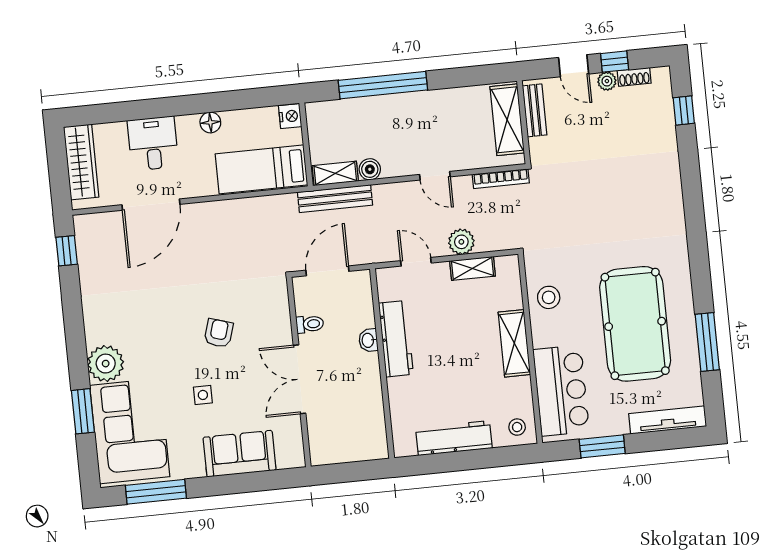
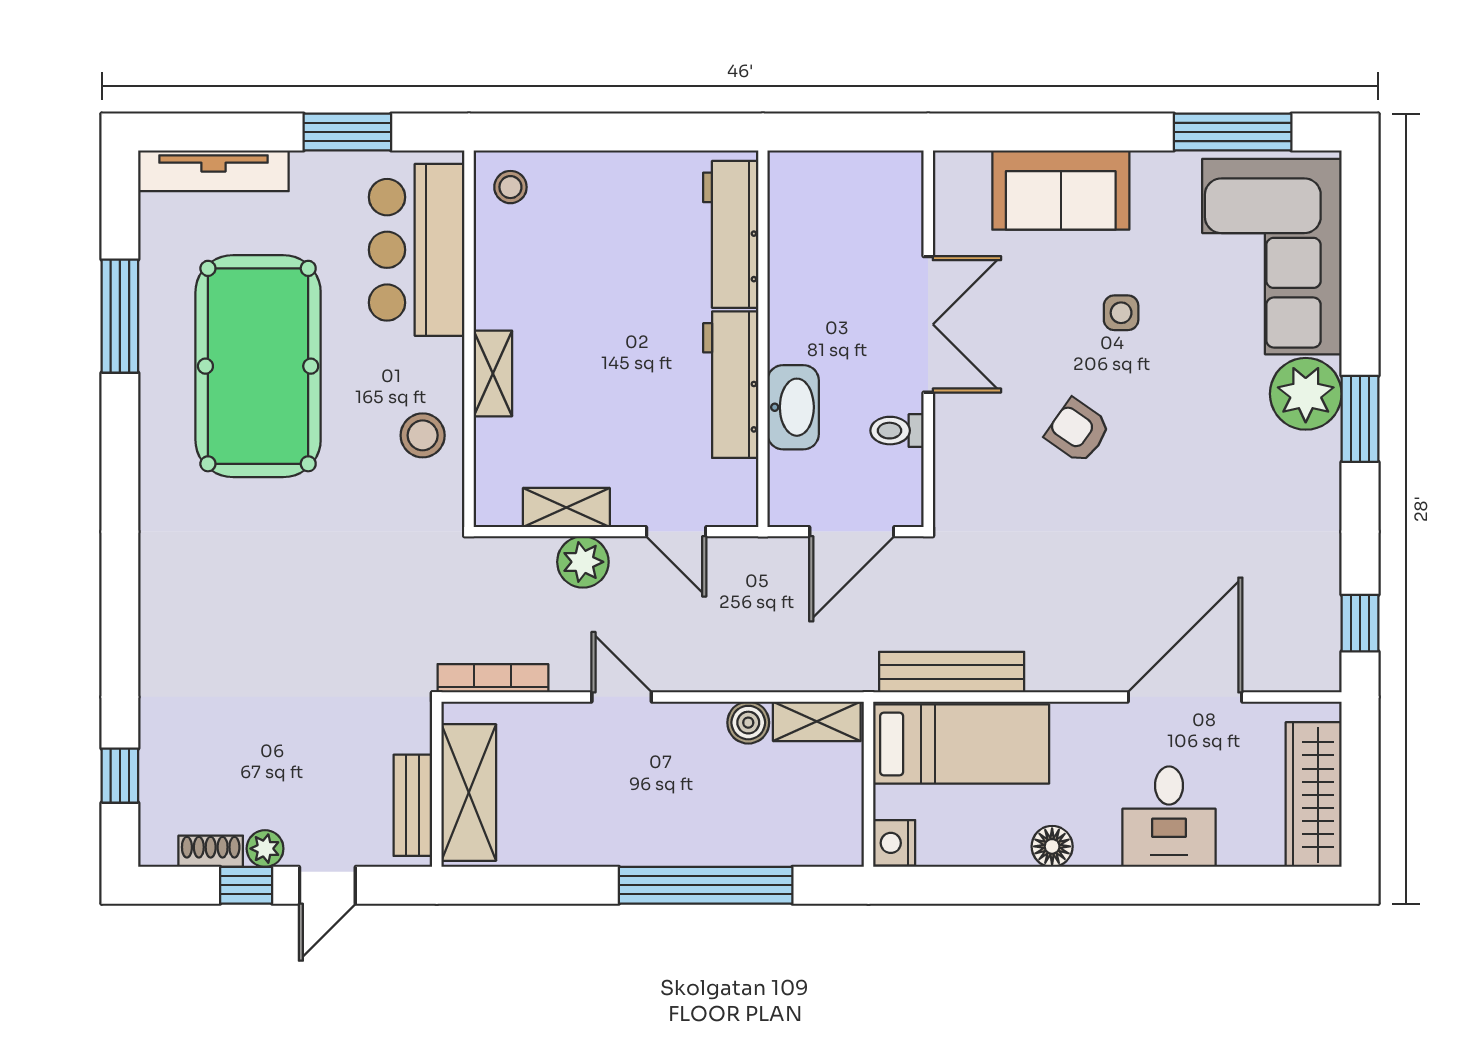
door: (574, 66) -> (327, 885), swing flipped
bench: (335, 199) -> (952, 672), moved
armchair: (219, 333) -> (1078, 431), turned 108
washbasin: (368, 340) -> (793, 407), width x1.91, depth x1.45
shelving: (514, 343) -> (493, 373), width x0.67, depth x0.75
window: (83, 411) -> (1360, 419), moved
workbench: (454, 438) -> (731, 234), moved, turned 90

